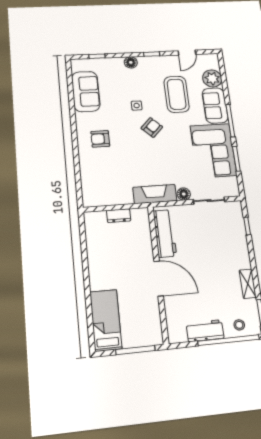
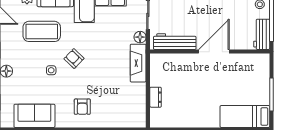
workbench: (165, 233) -> (175, 42), moved
wall: (158, 274) -> (210, 52), moved
door: (159, 278) -> (214, 52), moved

